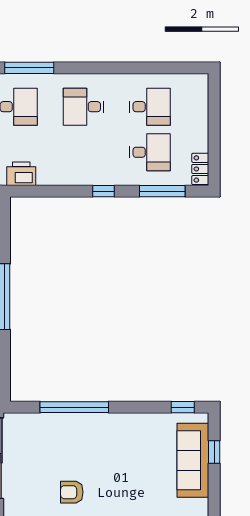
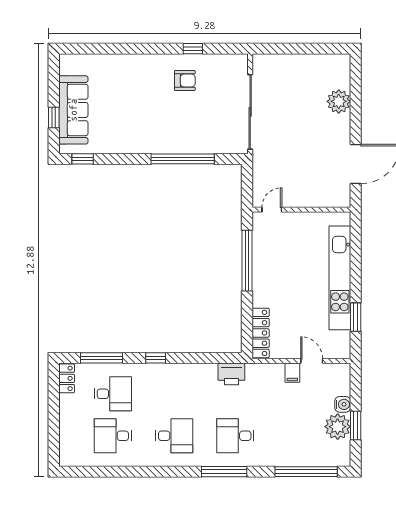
desk: (150, 152) -> (113, 394), turned 180

